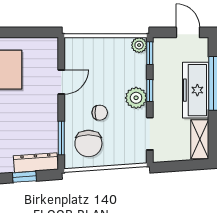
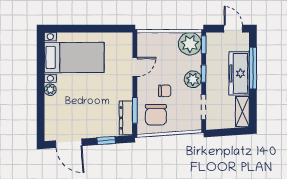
plant: (139, 45) -> (190, 44), width x1.88, depth x1.88
dresser: (36, 163) -> (126, 118), moved, turned -86

